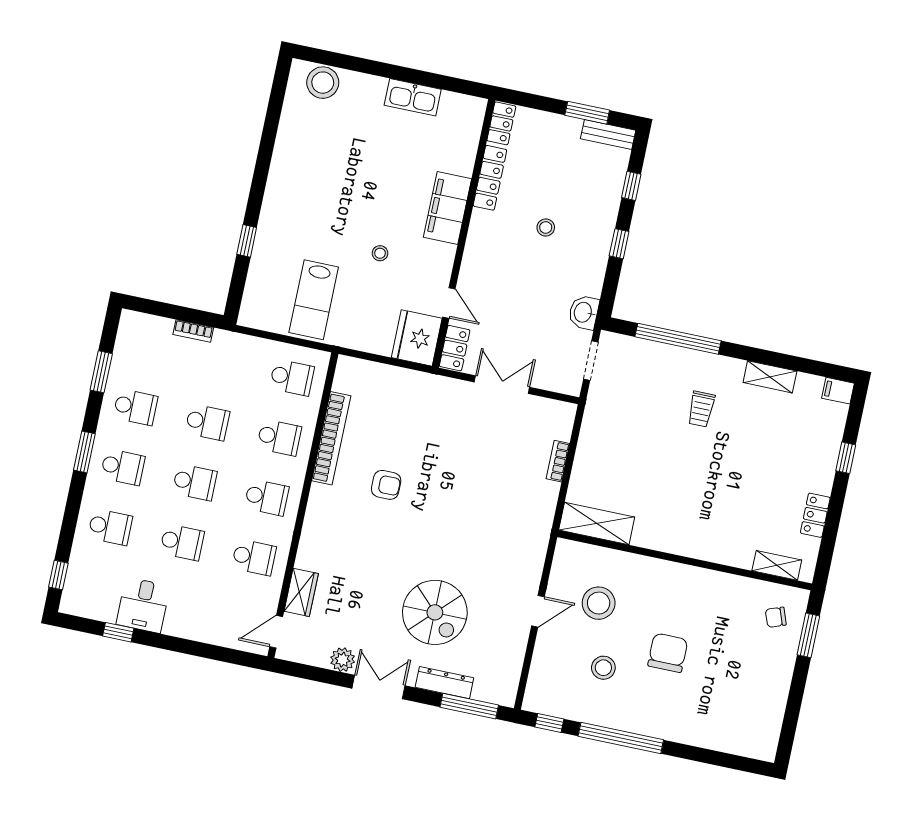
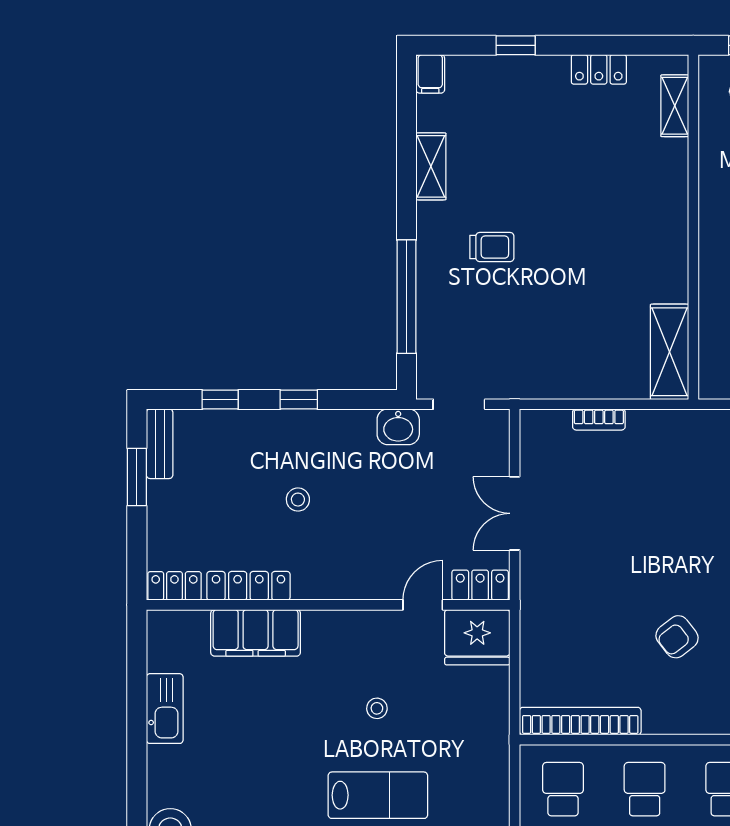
filing cabinet: (448, 208) -> (256, 633), moved
lab bench: (314, 300) -> (378, 795), moved
bookcase: (331, 438) -> (580, 721), moved
armchair: (386, 485) -> (677, 637), turned -128

